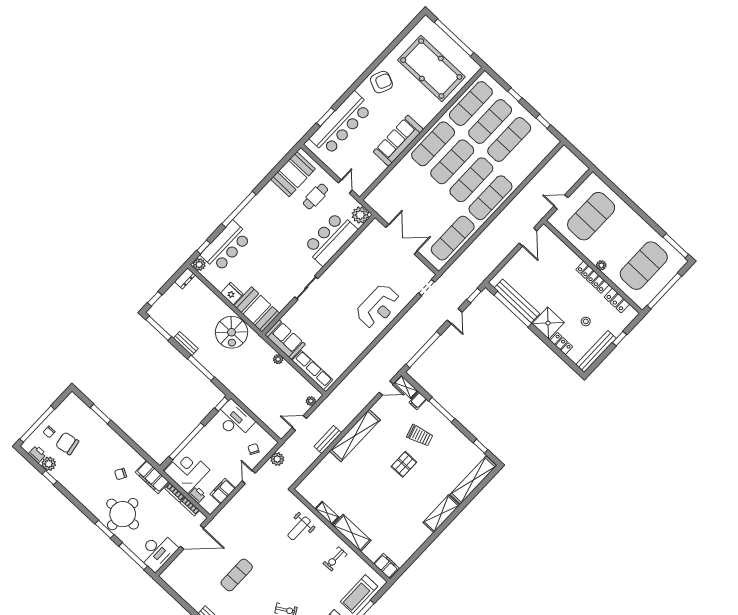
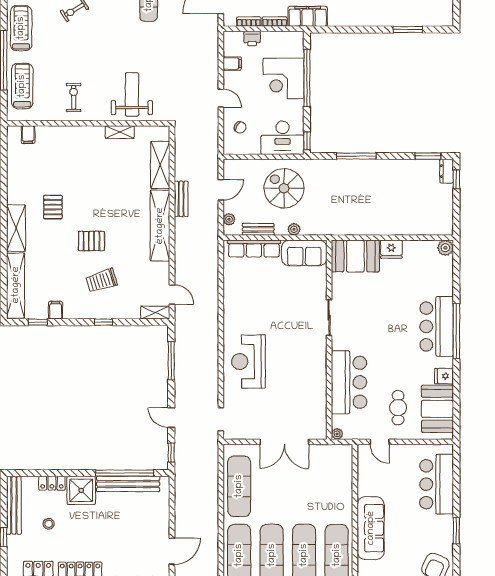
window: (326, 117) -> (456, 531), moved
bar counter: (341, 124) -> (437, 484), width x0.73
fridge: (271, 190) -> (444, 376), added
plant: (360, 215) -> (337, 434), width x0.53, depth x0.53
door: (528, 237) -> (172, 551), swing flipped
bar counter: (226, 246) -> (437, 326), moved
window: (204, 247) -> (456, 267), removed
dresser: (185, 278) -> (447, 171), moved
window: (159, 328) -> (428, 156), width x0.69
spiral stairs: (232, 332) -> (284, 188), moved
bench: (186, 344) -> (258, 229), moved
window: (423, 350) -> (171, 361), width x0.68
door: (386, 388) -> (172, 295), swing flipped
filing cabinet: (418, 401) -> (56, 310), moved
window: (442, 410) -> (104, 322), width x0.46
plant: (277, 459) -> (210, 139), removed
pallet: (404, 464) -> (91, 241), turned 90
corner desk: (187, 471) -> (283, 78), moved, turned 90
filing cabinet: (223, 491) -> (232, 64), width x0.50
pallet: (408, 506) -> (53, 207), added
weight bench: (299, 528) -> (132, 94), width x1.36, depth x1.33
shelving: (352, 533) -> (160, 165), moved, turned 90
filing cabinet: (386, 566) -> (28, 135), width x0.50

